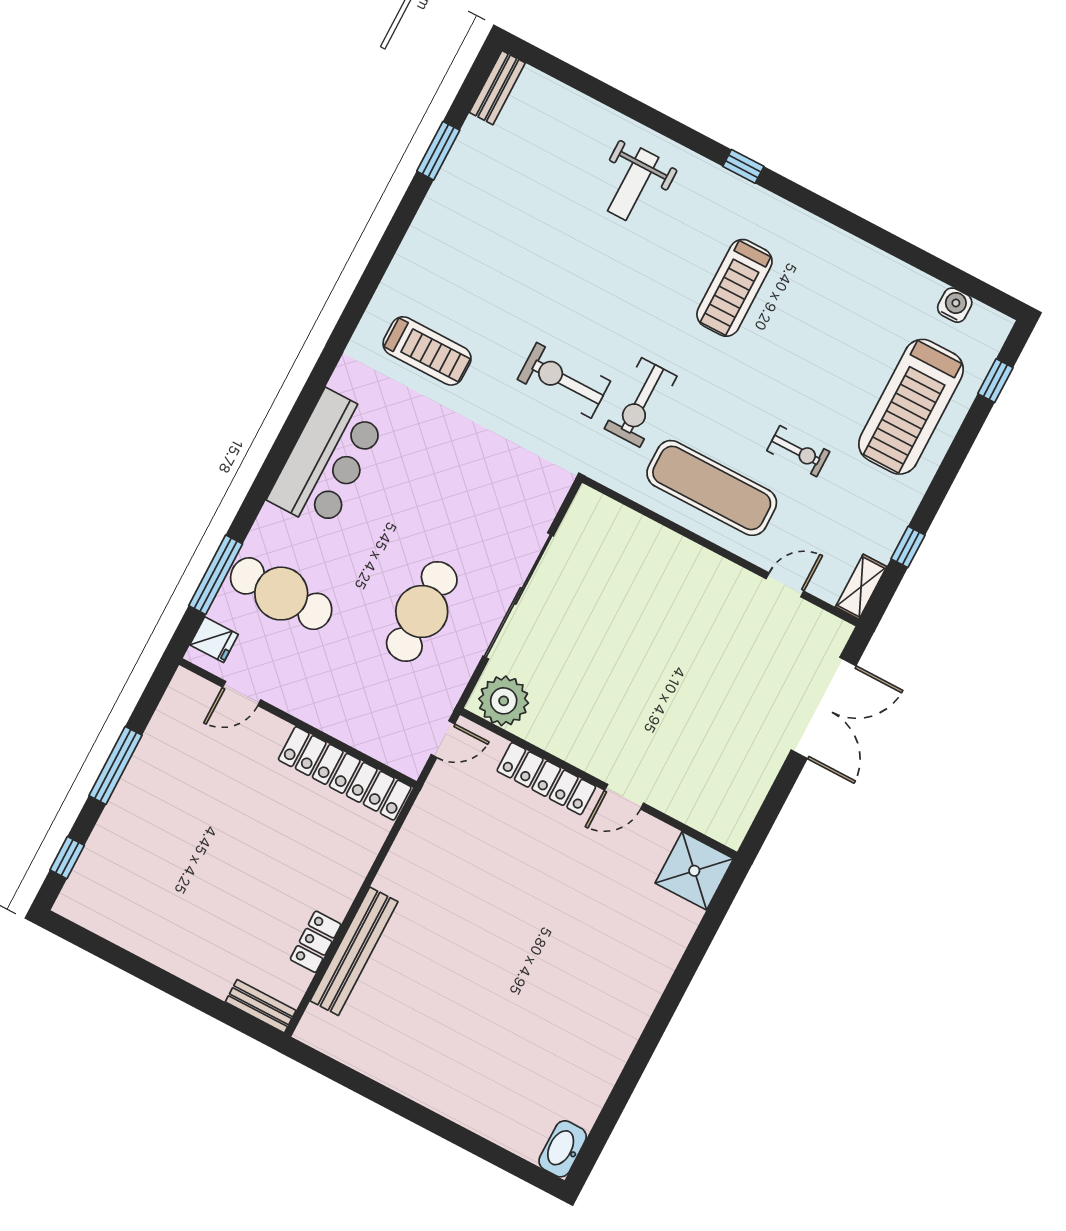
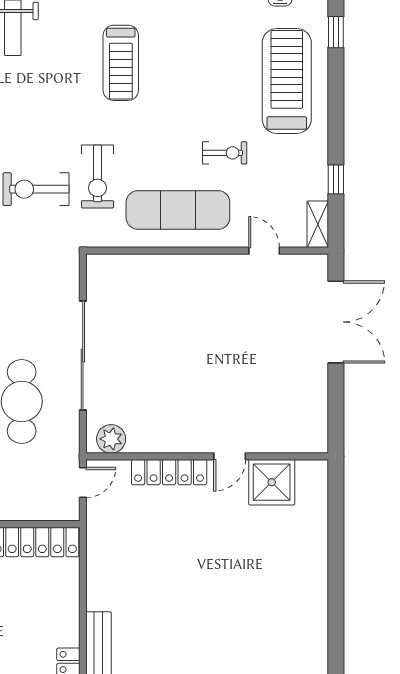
treadmill: (911, 407) -> (287, 81), turned 180
door: (785, 585) -> (264, 251), hinge flipped
plant: (504, 701) -> (111, 439), width x0.73, depth x0.73
shower: (694, 871) -> (272, 482), moved

